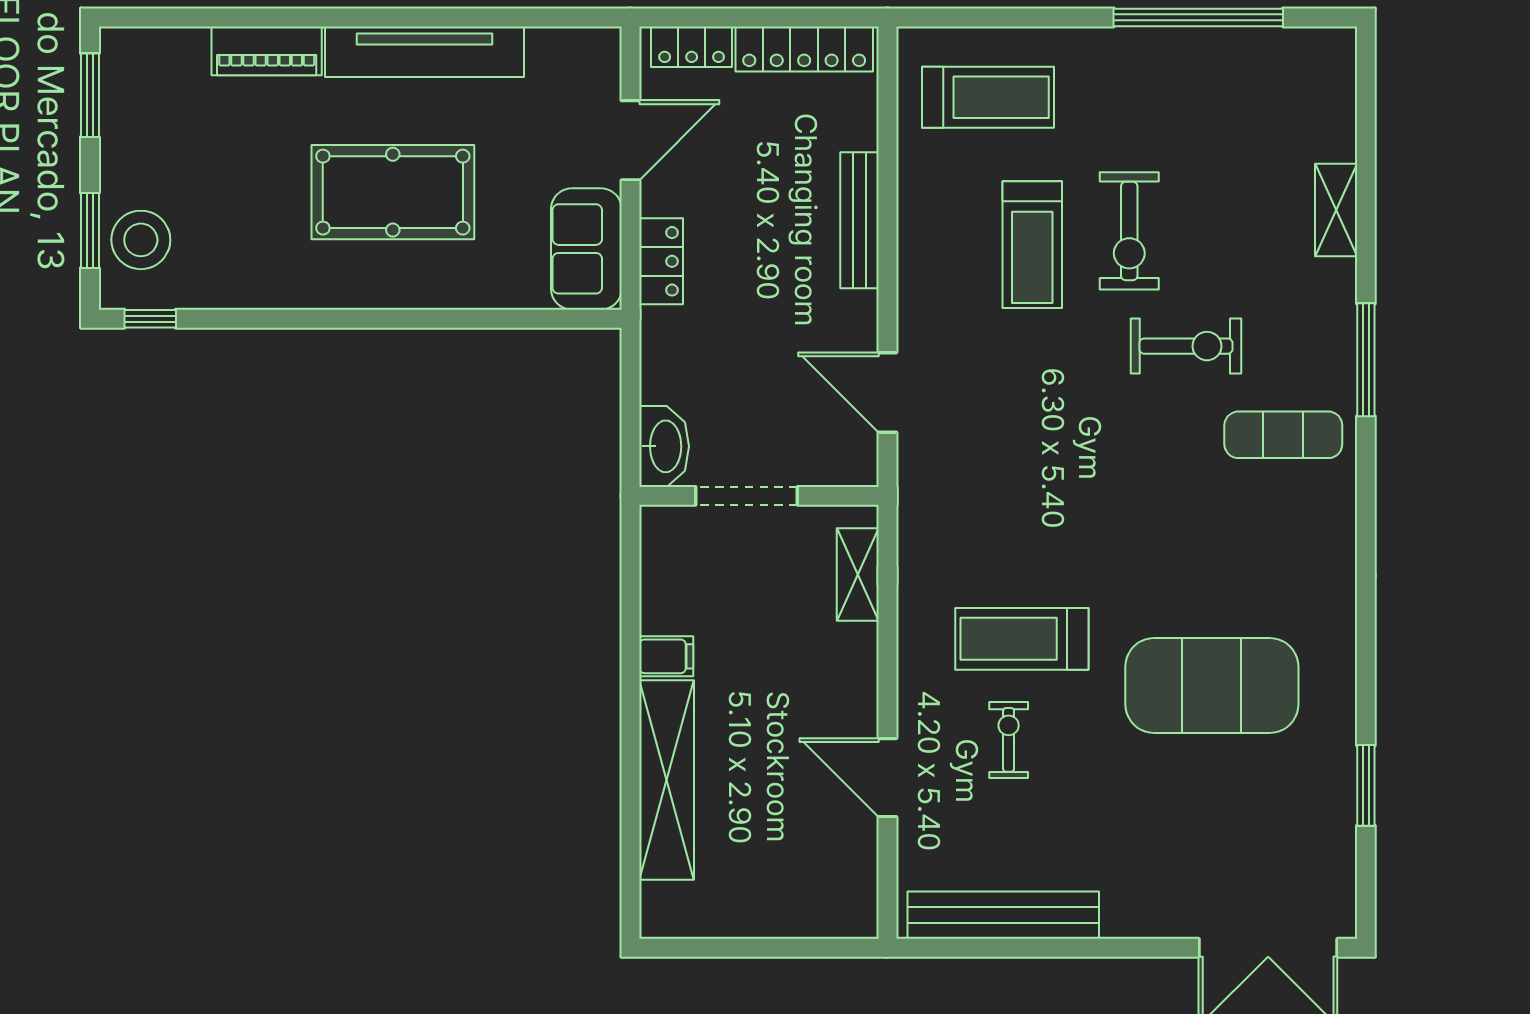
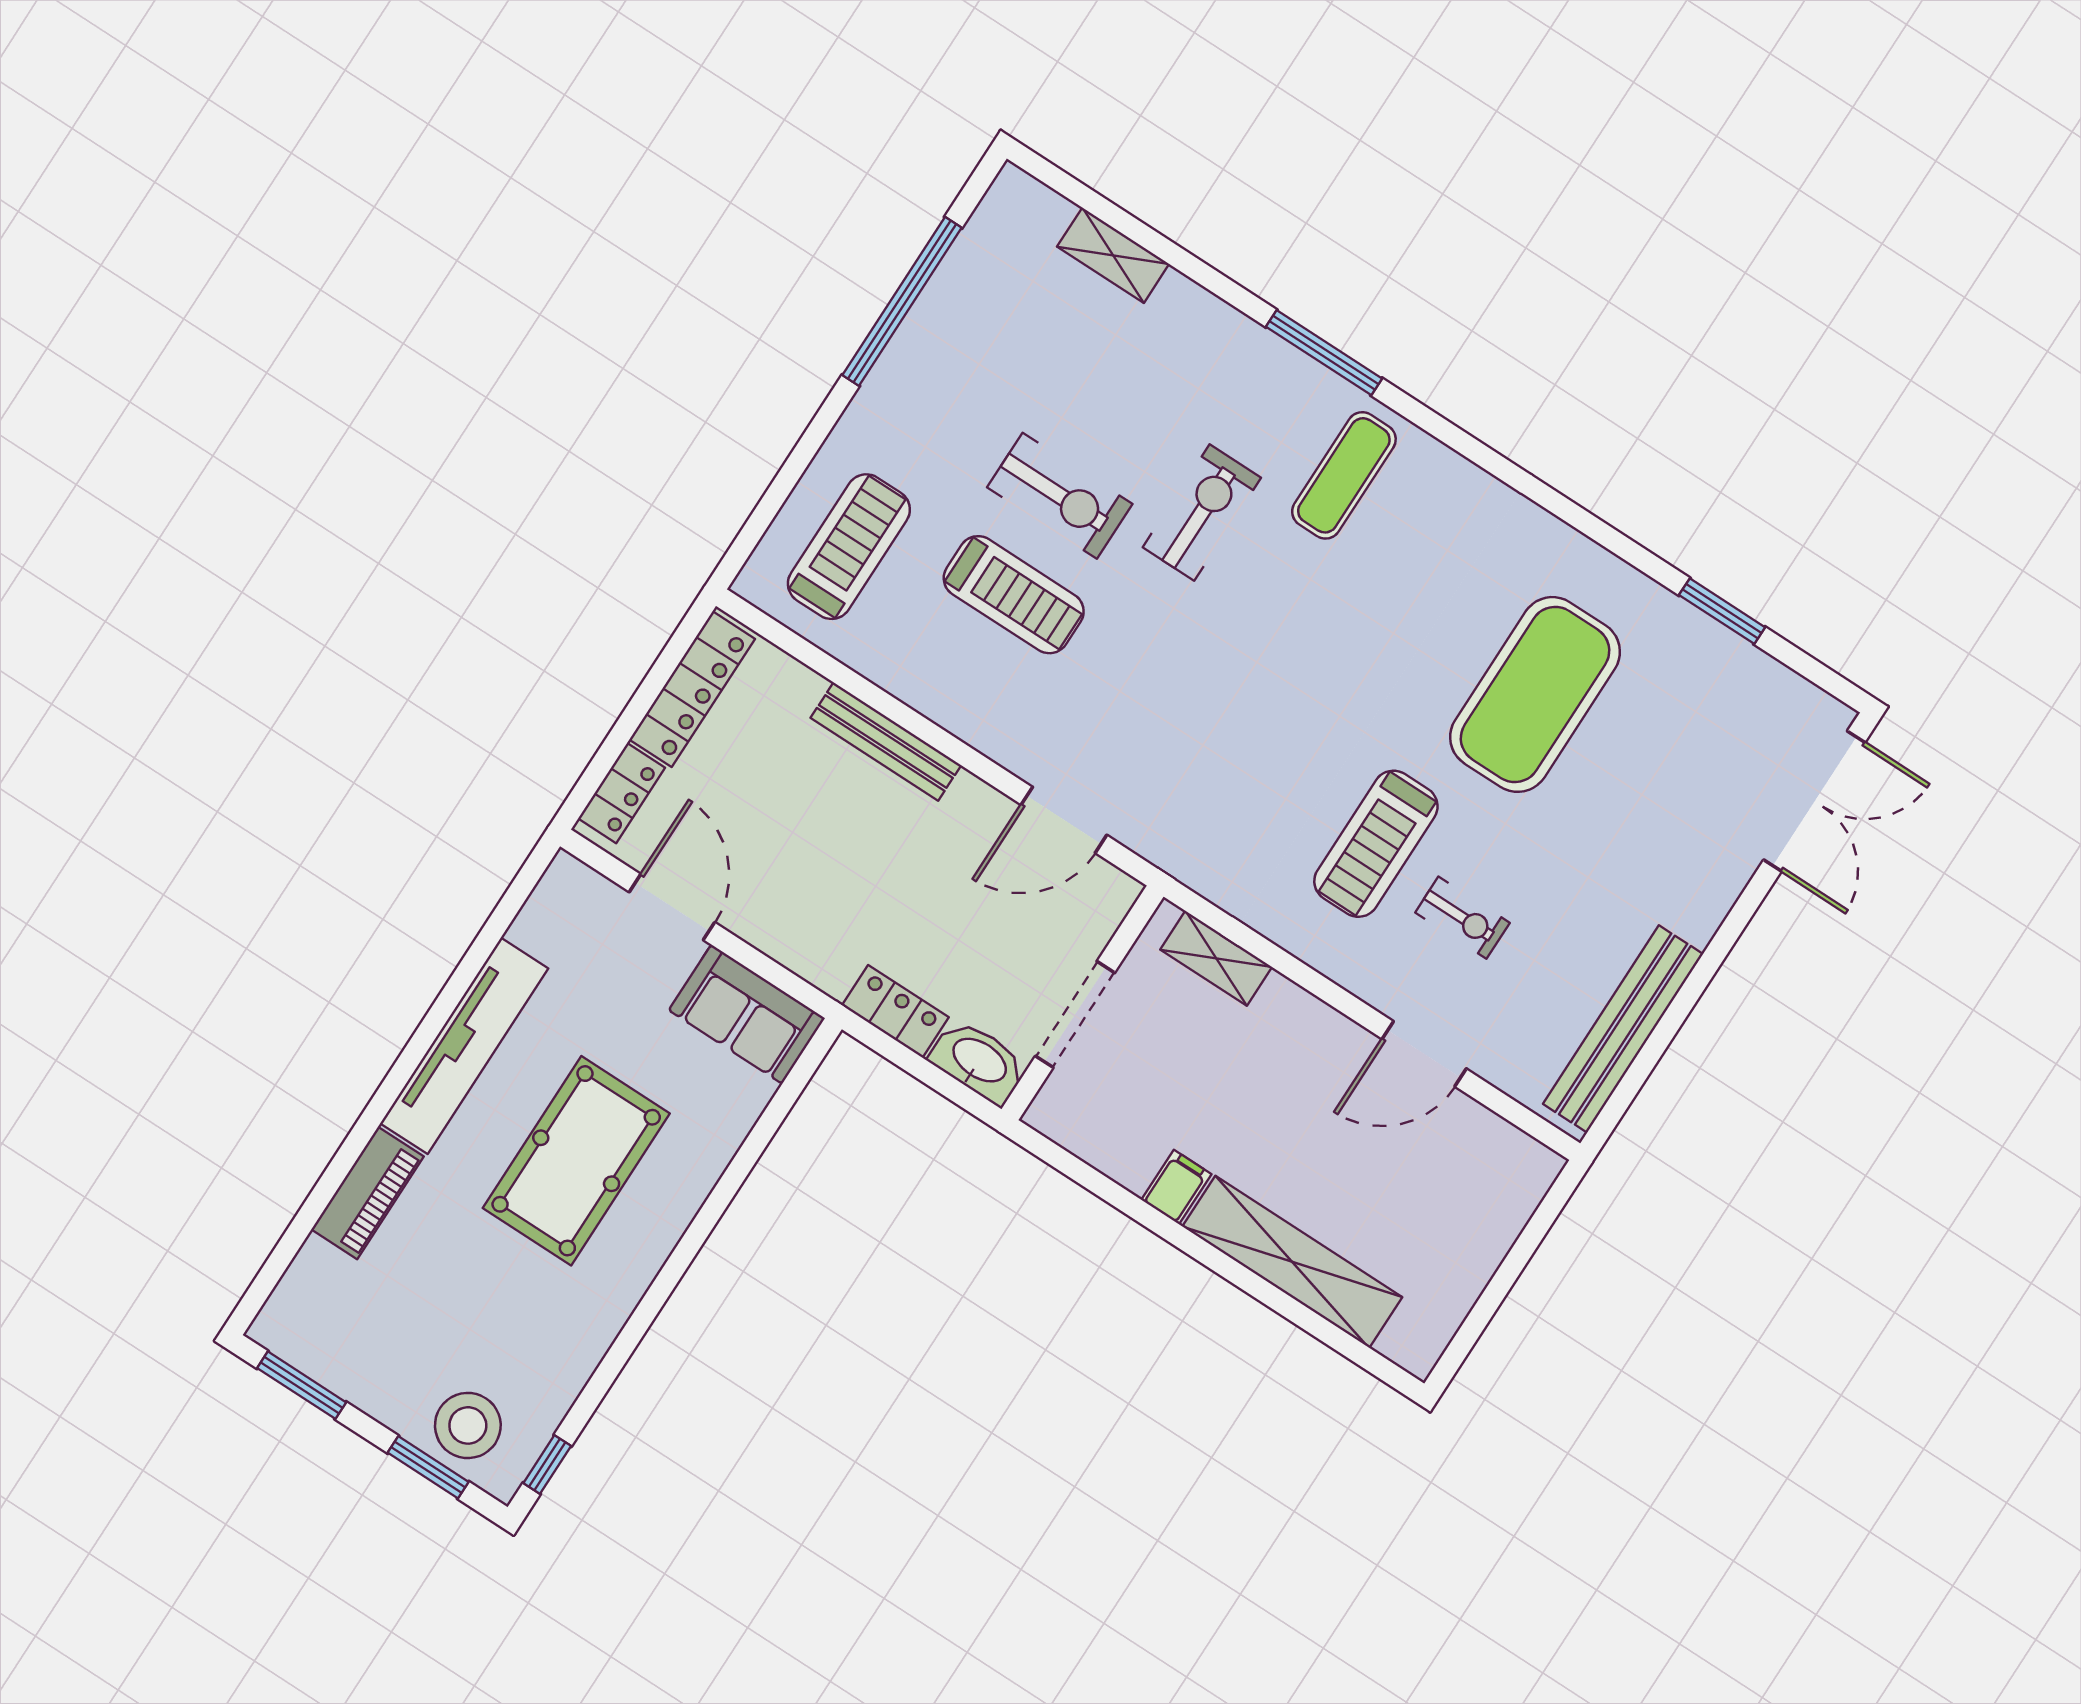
shelving: (1336, 210) -> (1113, 255), moved
locker: (661, 261) -> (895, 1011), moved
exercise bike: (1009, 740) -> (1462, 918), turned 180

